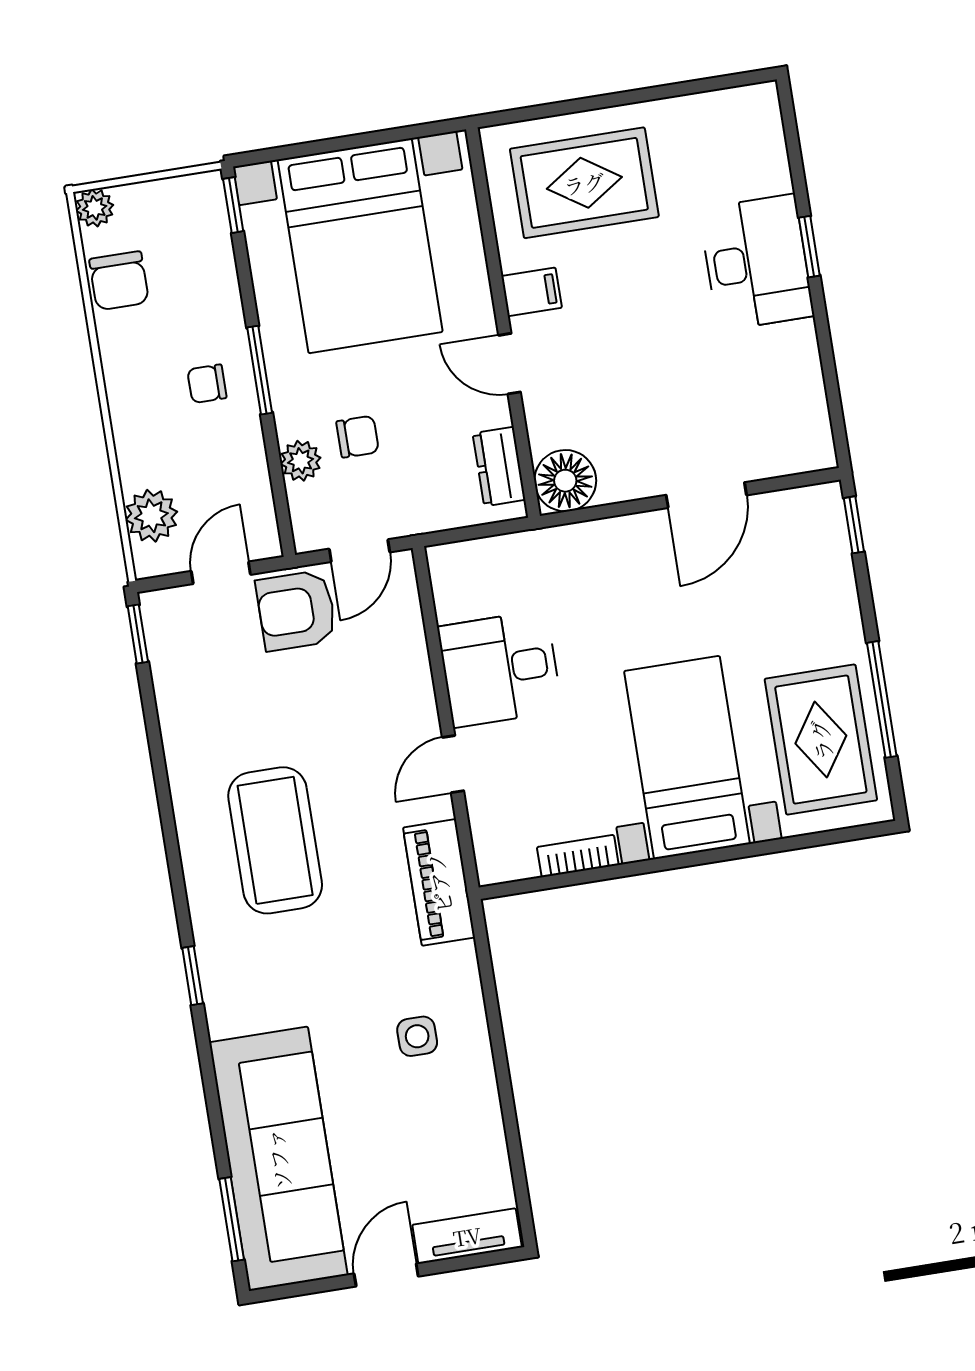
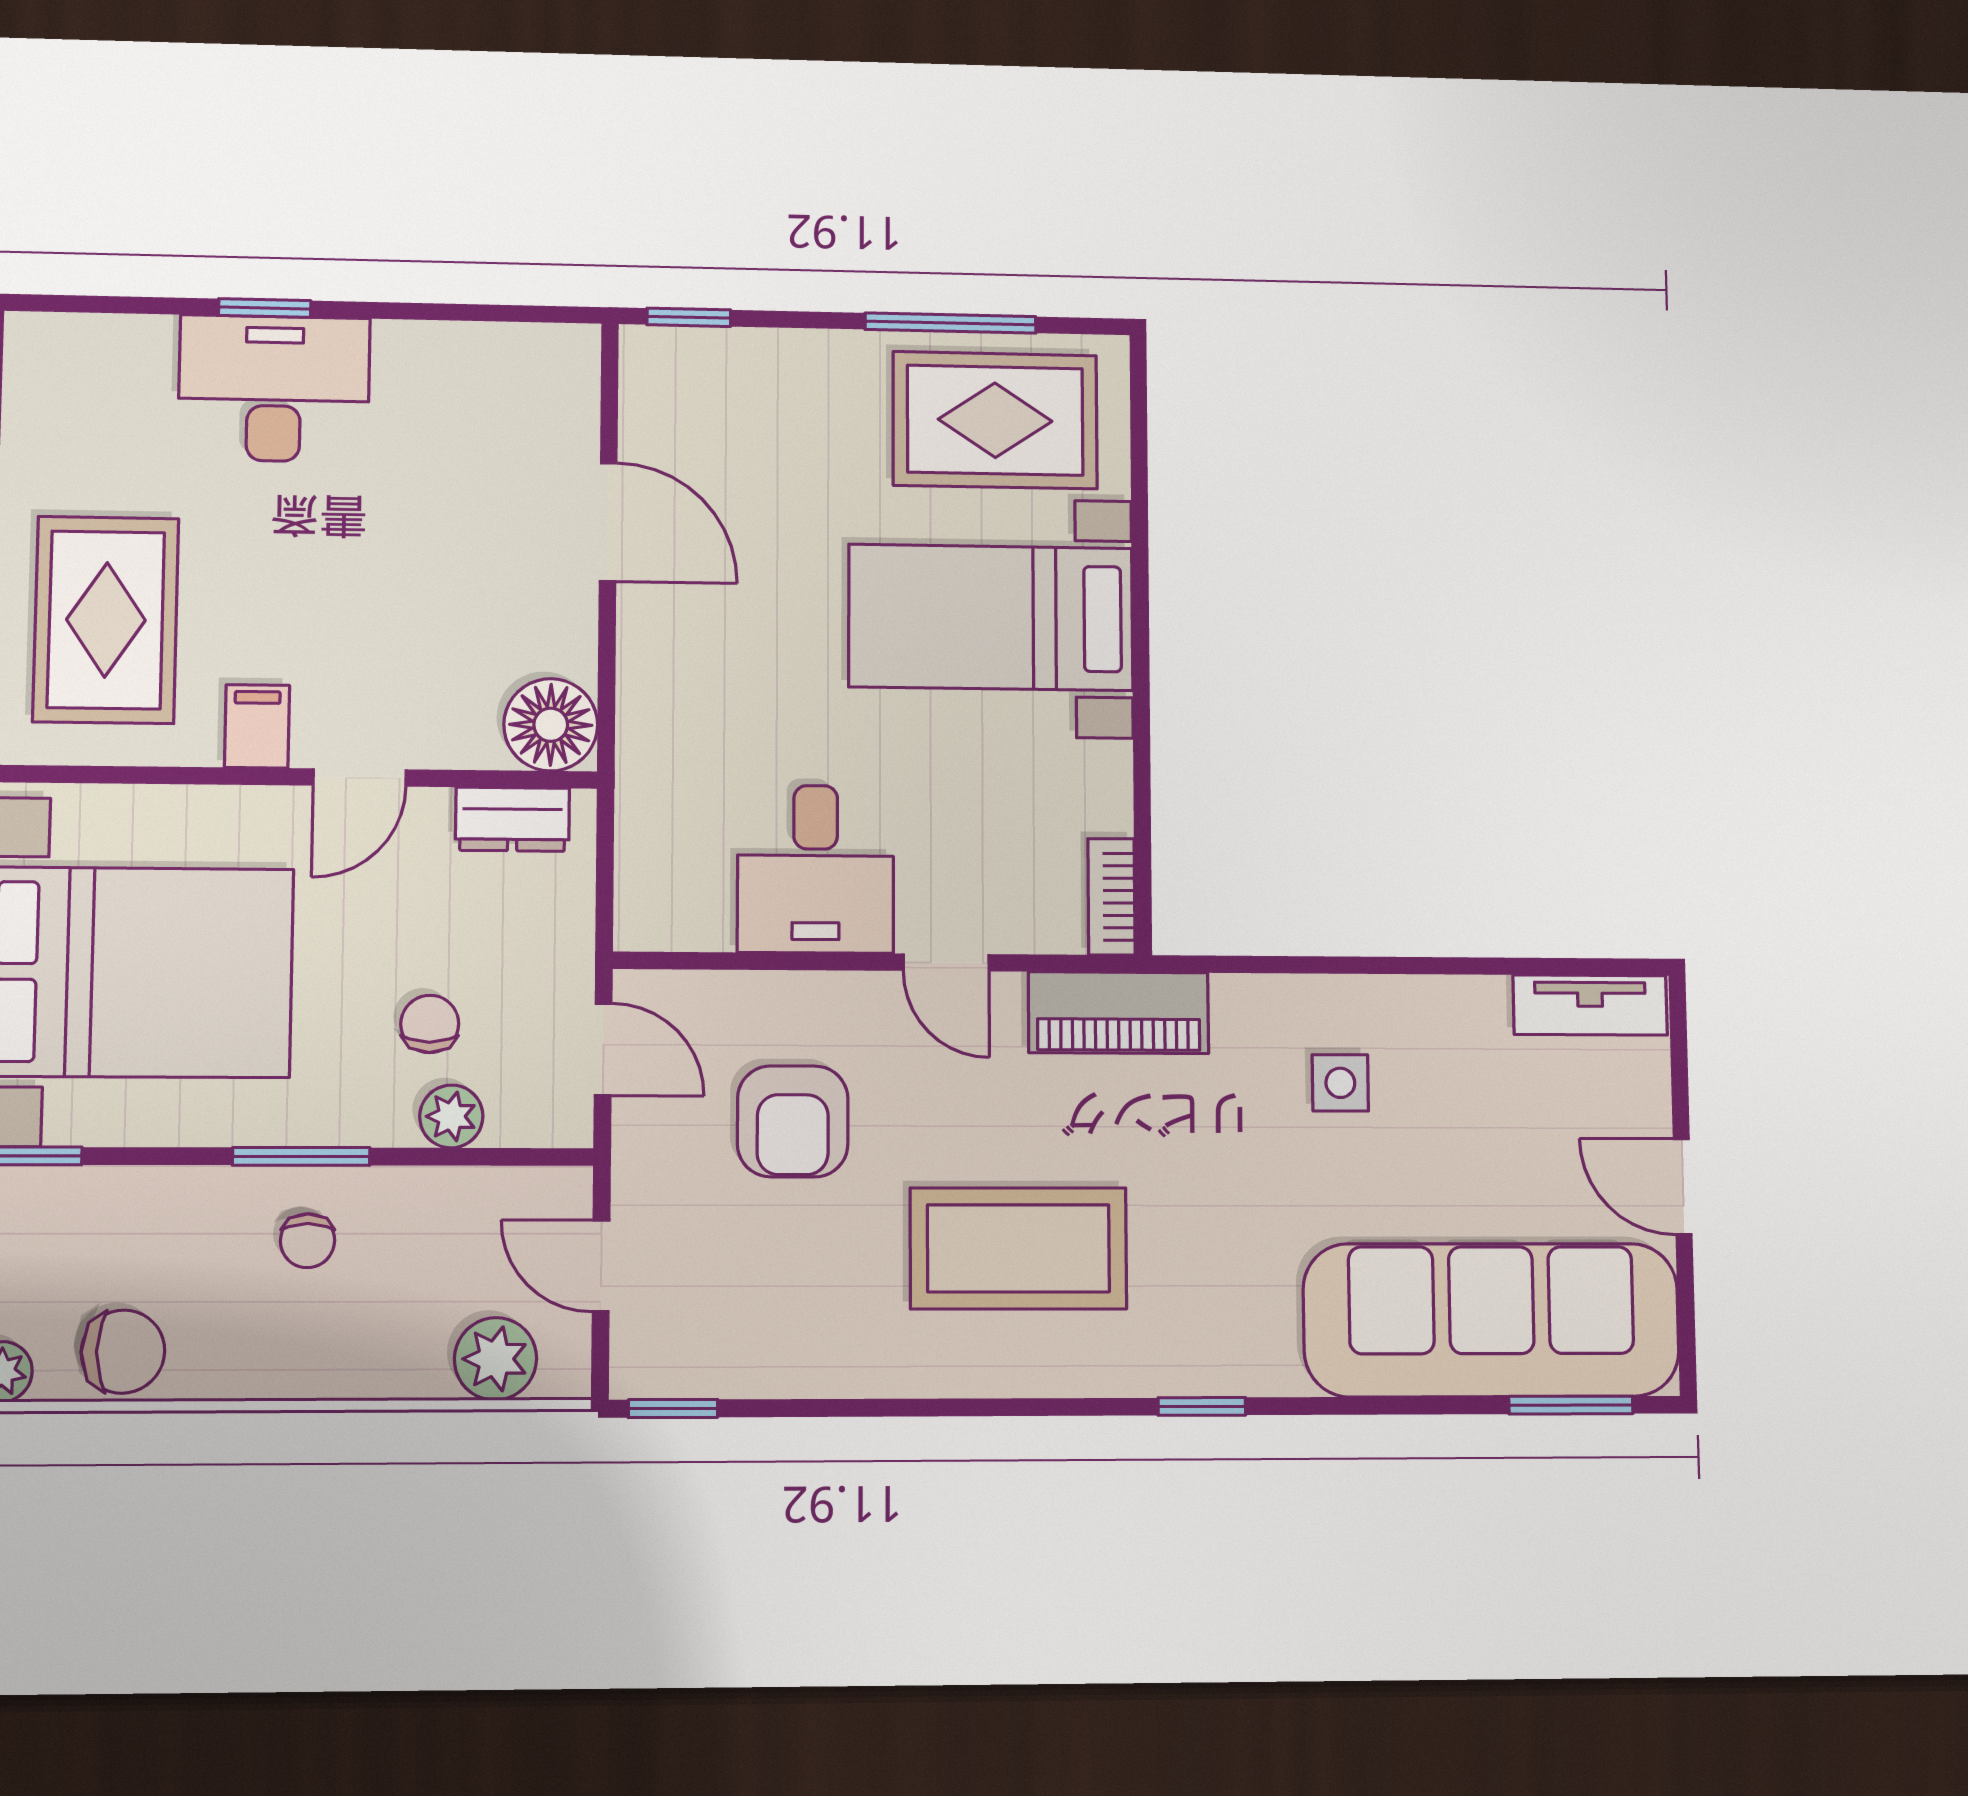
armchair: (296, 611) -> (793, 1121), moved
bookcase: (578, 856) -> (1111, 897), moved
tv unit: (467, 1236) -> (1590, 1005), moved, turned -90

